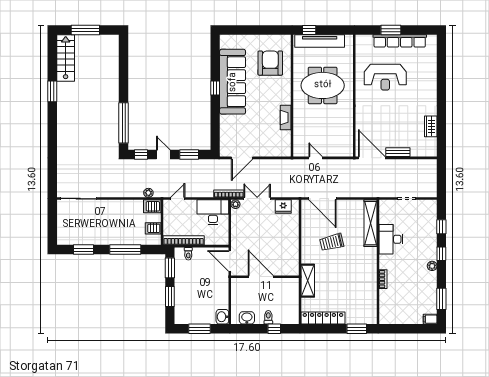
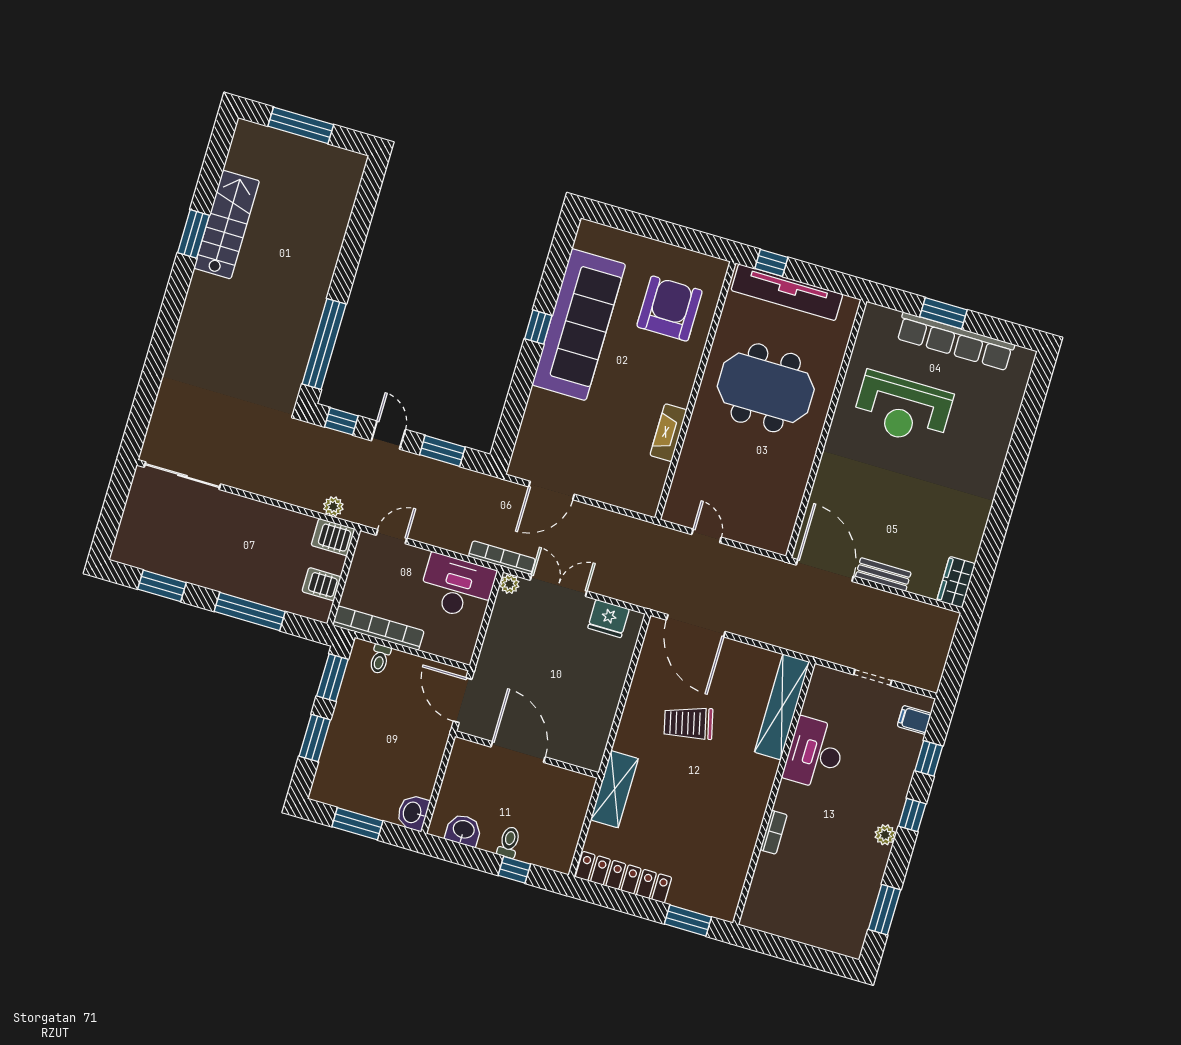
stairs: (66, 58) -> (227, 225), moved
wardrobe: (431, 126) -> (956, 582), moved
filing cabinet: (430, 319) -> (914, 720), moved

